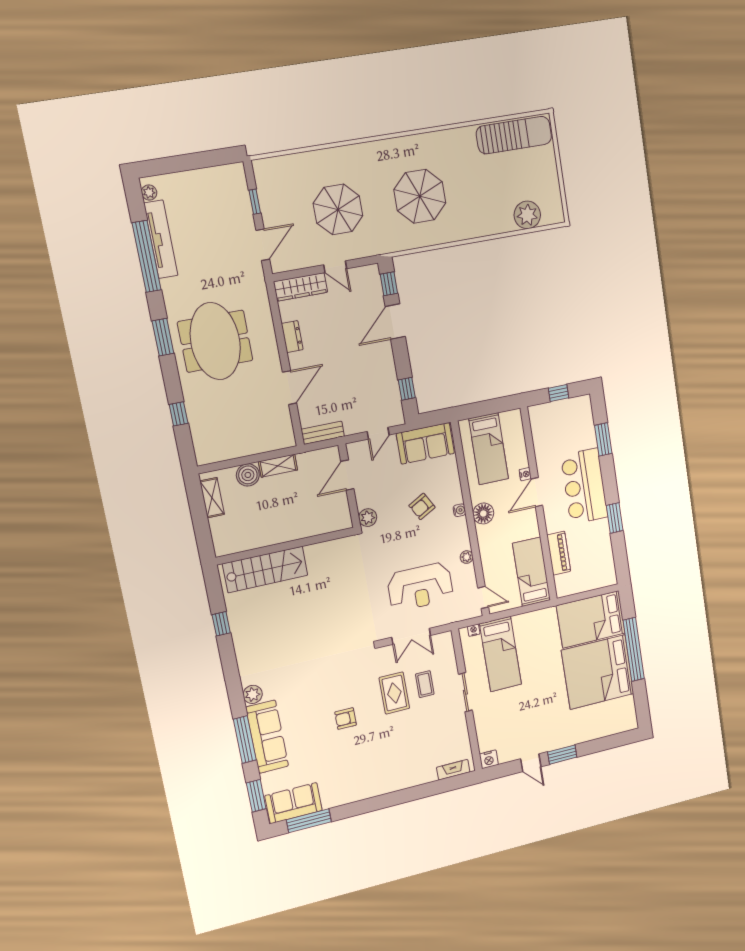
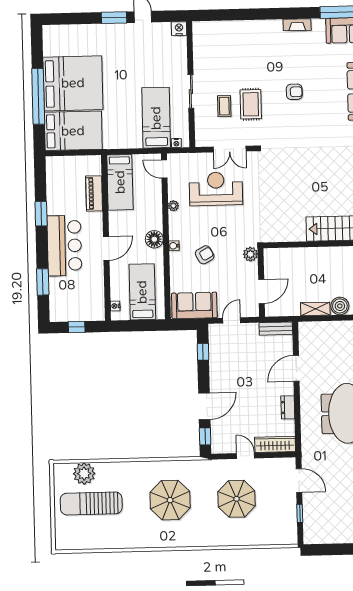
sun lounger: (514, 135) -> (91, 503), moved
door: (263, 245) -> (299, 480), swing flipped
nightstand: (525, 474) -> (115, 306), moved
double door: (411, 636) -> (230, 149), swing flipped
fireplace: (453, 770) -> (297, 25), moved

